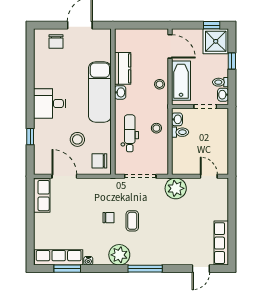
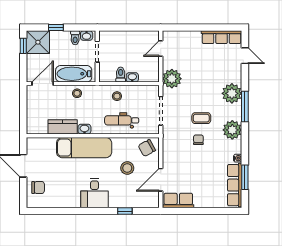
washbasin: (177, 119) -> (132, 77), moved
chair: (99, 161) -> (147, 148), turned 61
plant: (159, 254) -> (232, 93), added

